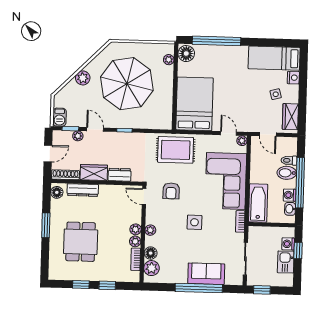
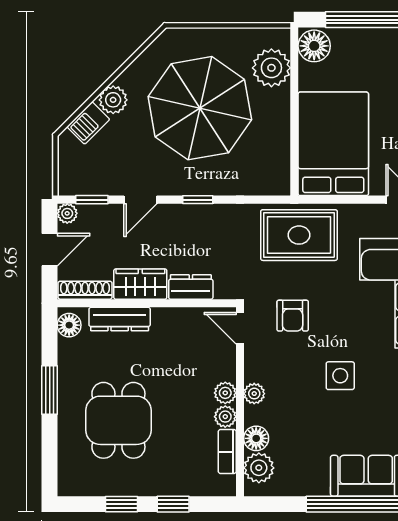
plant: (169, 60) -> (271, 68), width x1.88, depth x1.88
barbecue: (60, 117) -> (88, 123), moved, turned 45
door: (95, 129) -> (140, 200), swing flipped
plant: (78, 136) -> (67, 213), moved

